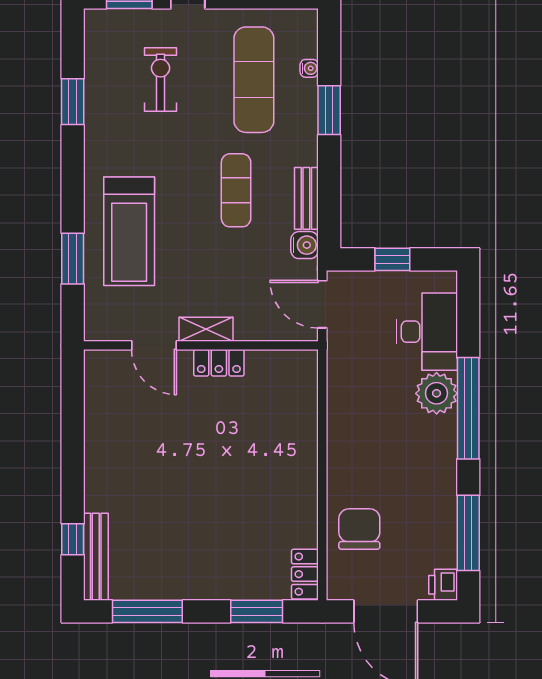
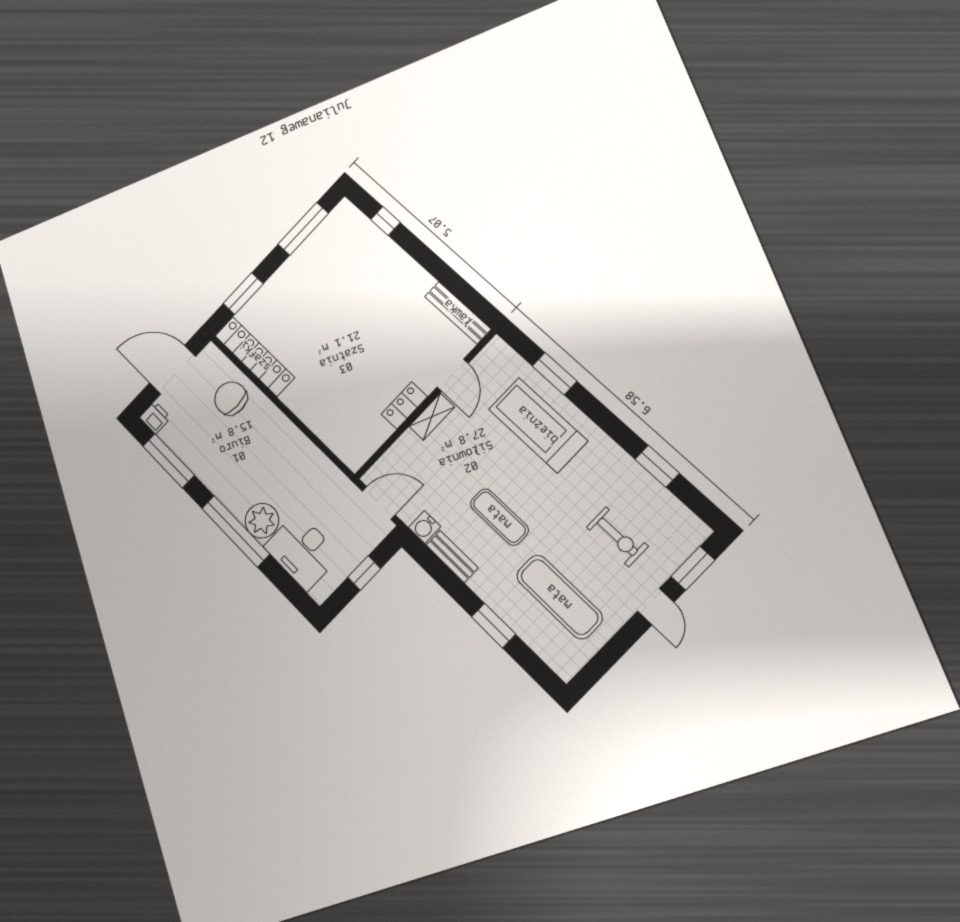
water cooler: (309, 68) -> (533, 640), removed
door: (154, 345) -> (453, 375), swing flipped
chair: (359, 529) -> (231, 398), turned 180
bench: (96, 557) -> (458, 313), moved
locker: (305, 574) -> (255, 356), width x2.16, depth x1.21

